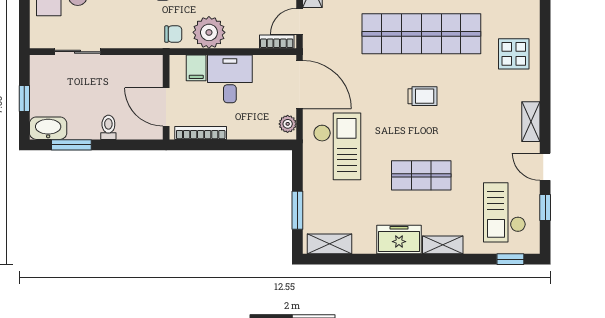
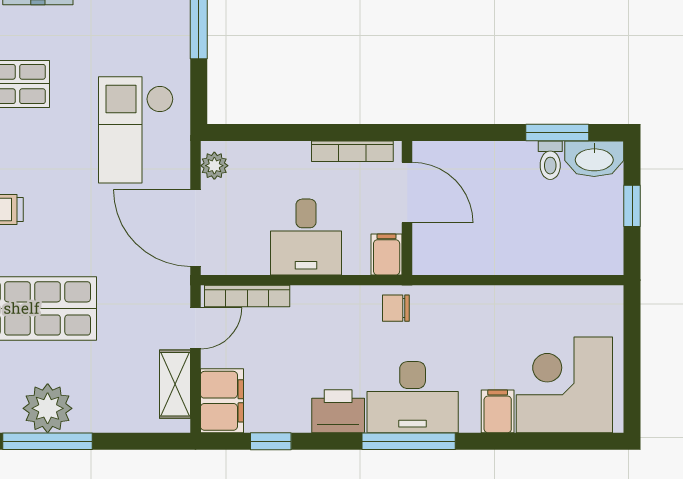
plant: (209, 32) -> (339, 311), removed
bookcase: (277, 42) -> (247, 296), width x1.56
sliding door: (77, 52) -> (548, 280), removed
filing cabinet: (196, 68) -> (387, 255), moved
toilet: (108, 127) -> (550, 160), moved

